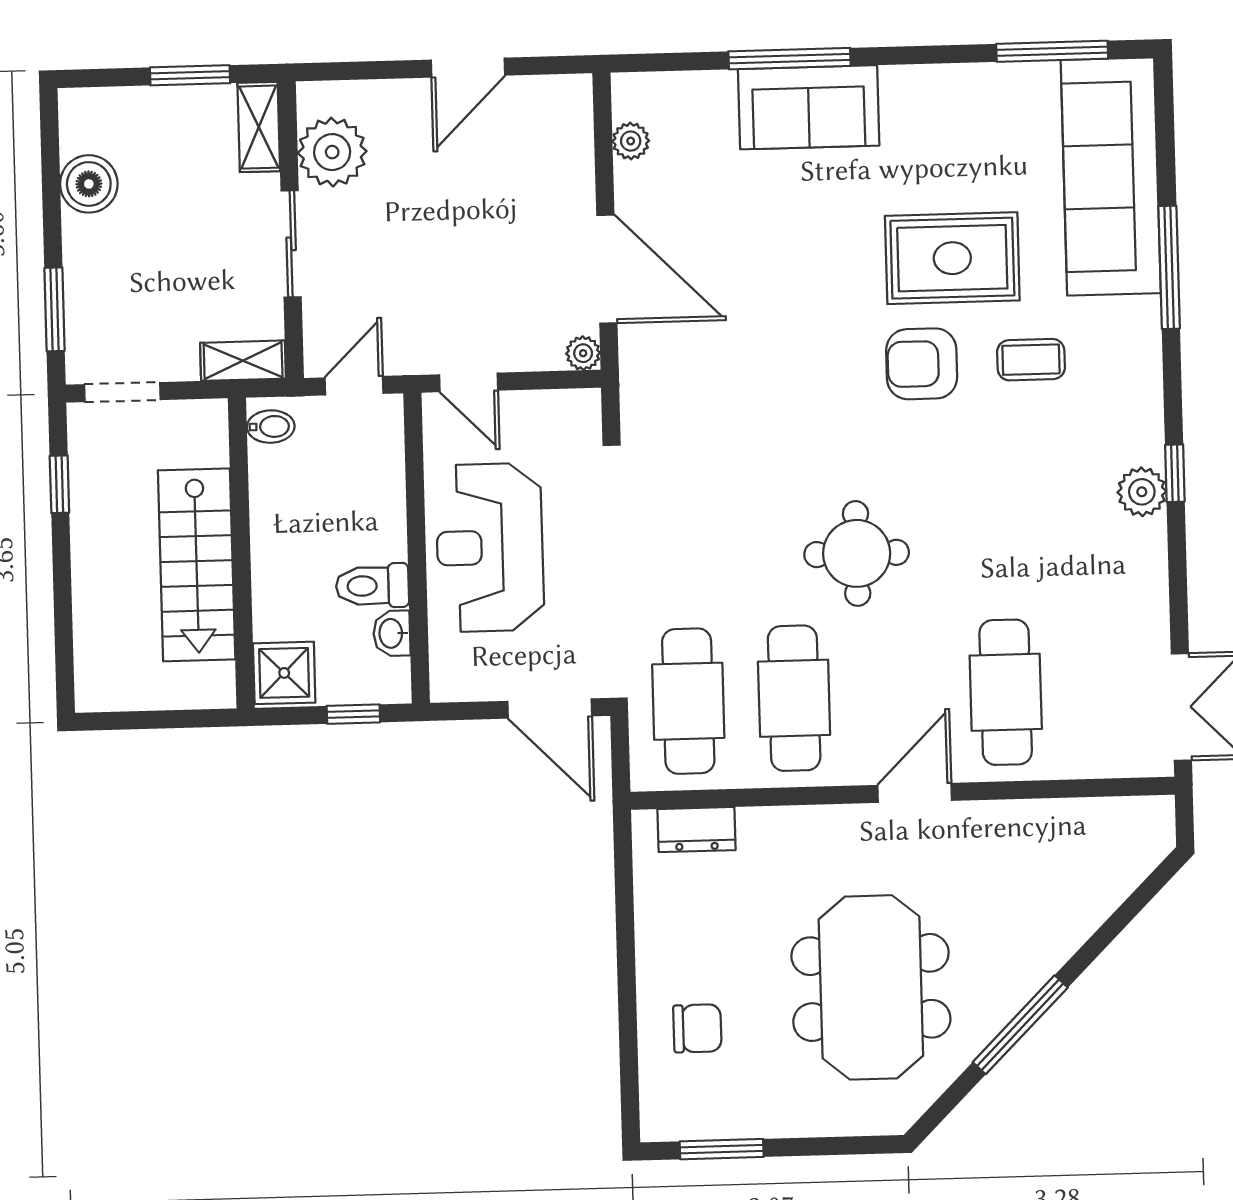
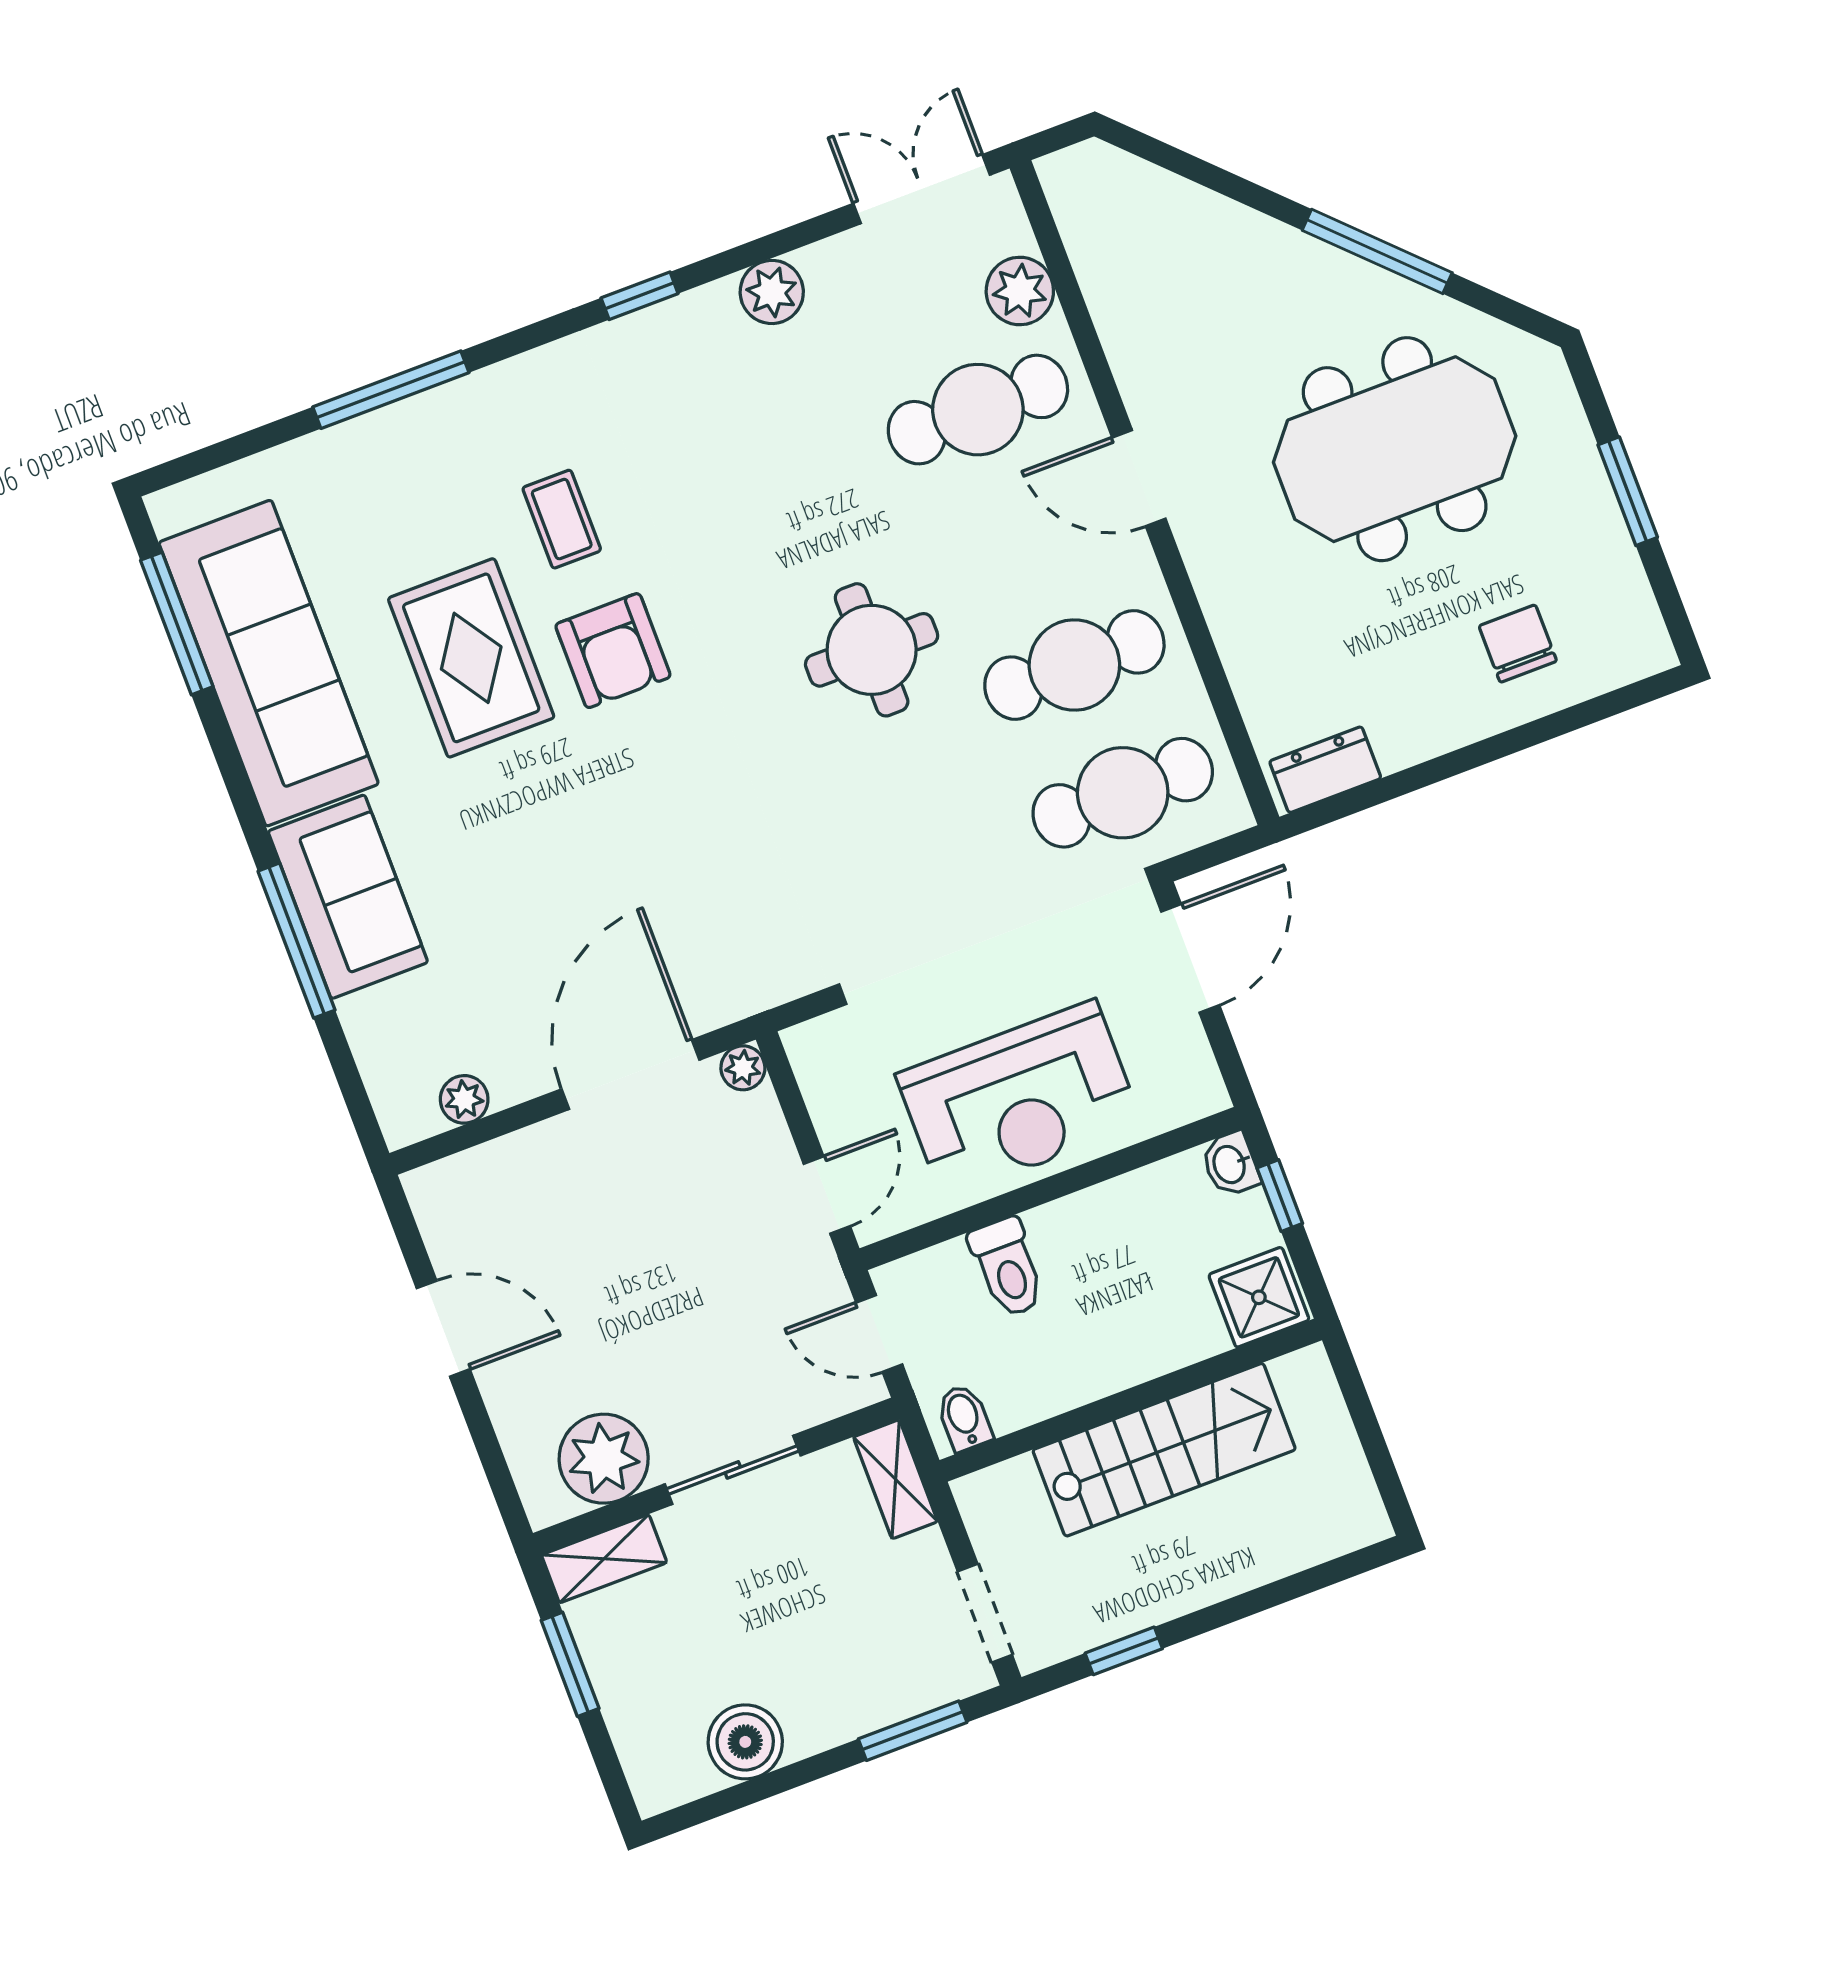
sofa: (1111, 177) -> (269, 663), moved, turned -90
plant: (1142, 492) -> (772, 292), moved
toilet: (372, 586) -> (1007, 1267), moved
washbasin: (392, 633) -> (1230, 1164), moved, turned 90
plant: (1082, 753) -> (1020, 291), added
dresser: (696, 830) -> (1325, 770), moved, turned -90
window: (722, 1149) -> (1628, 491), moved

